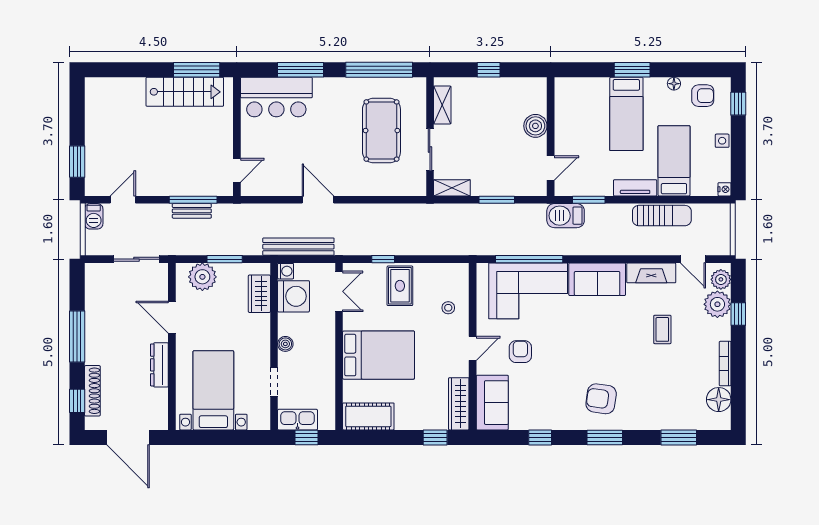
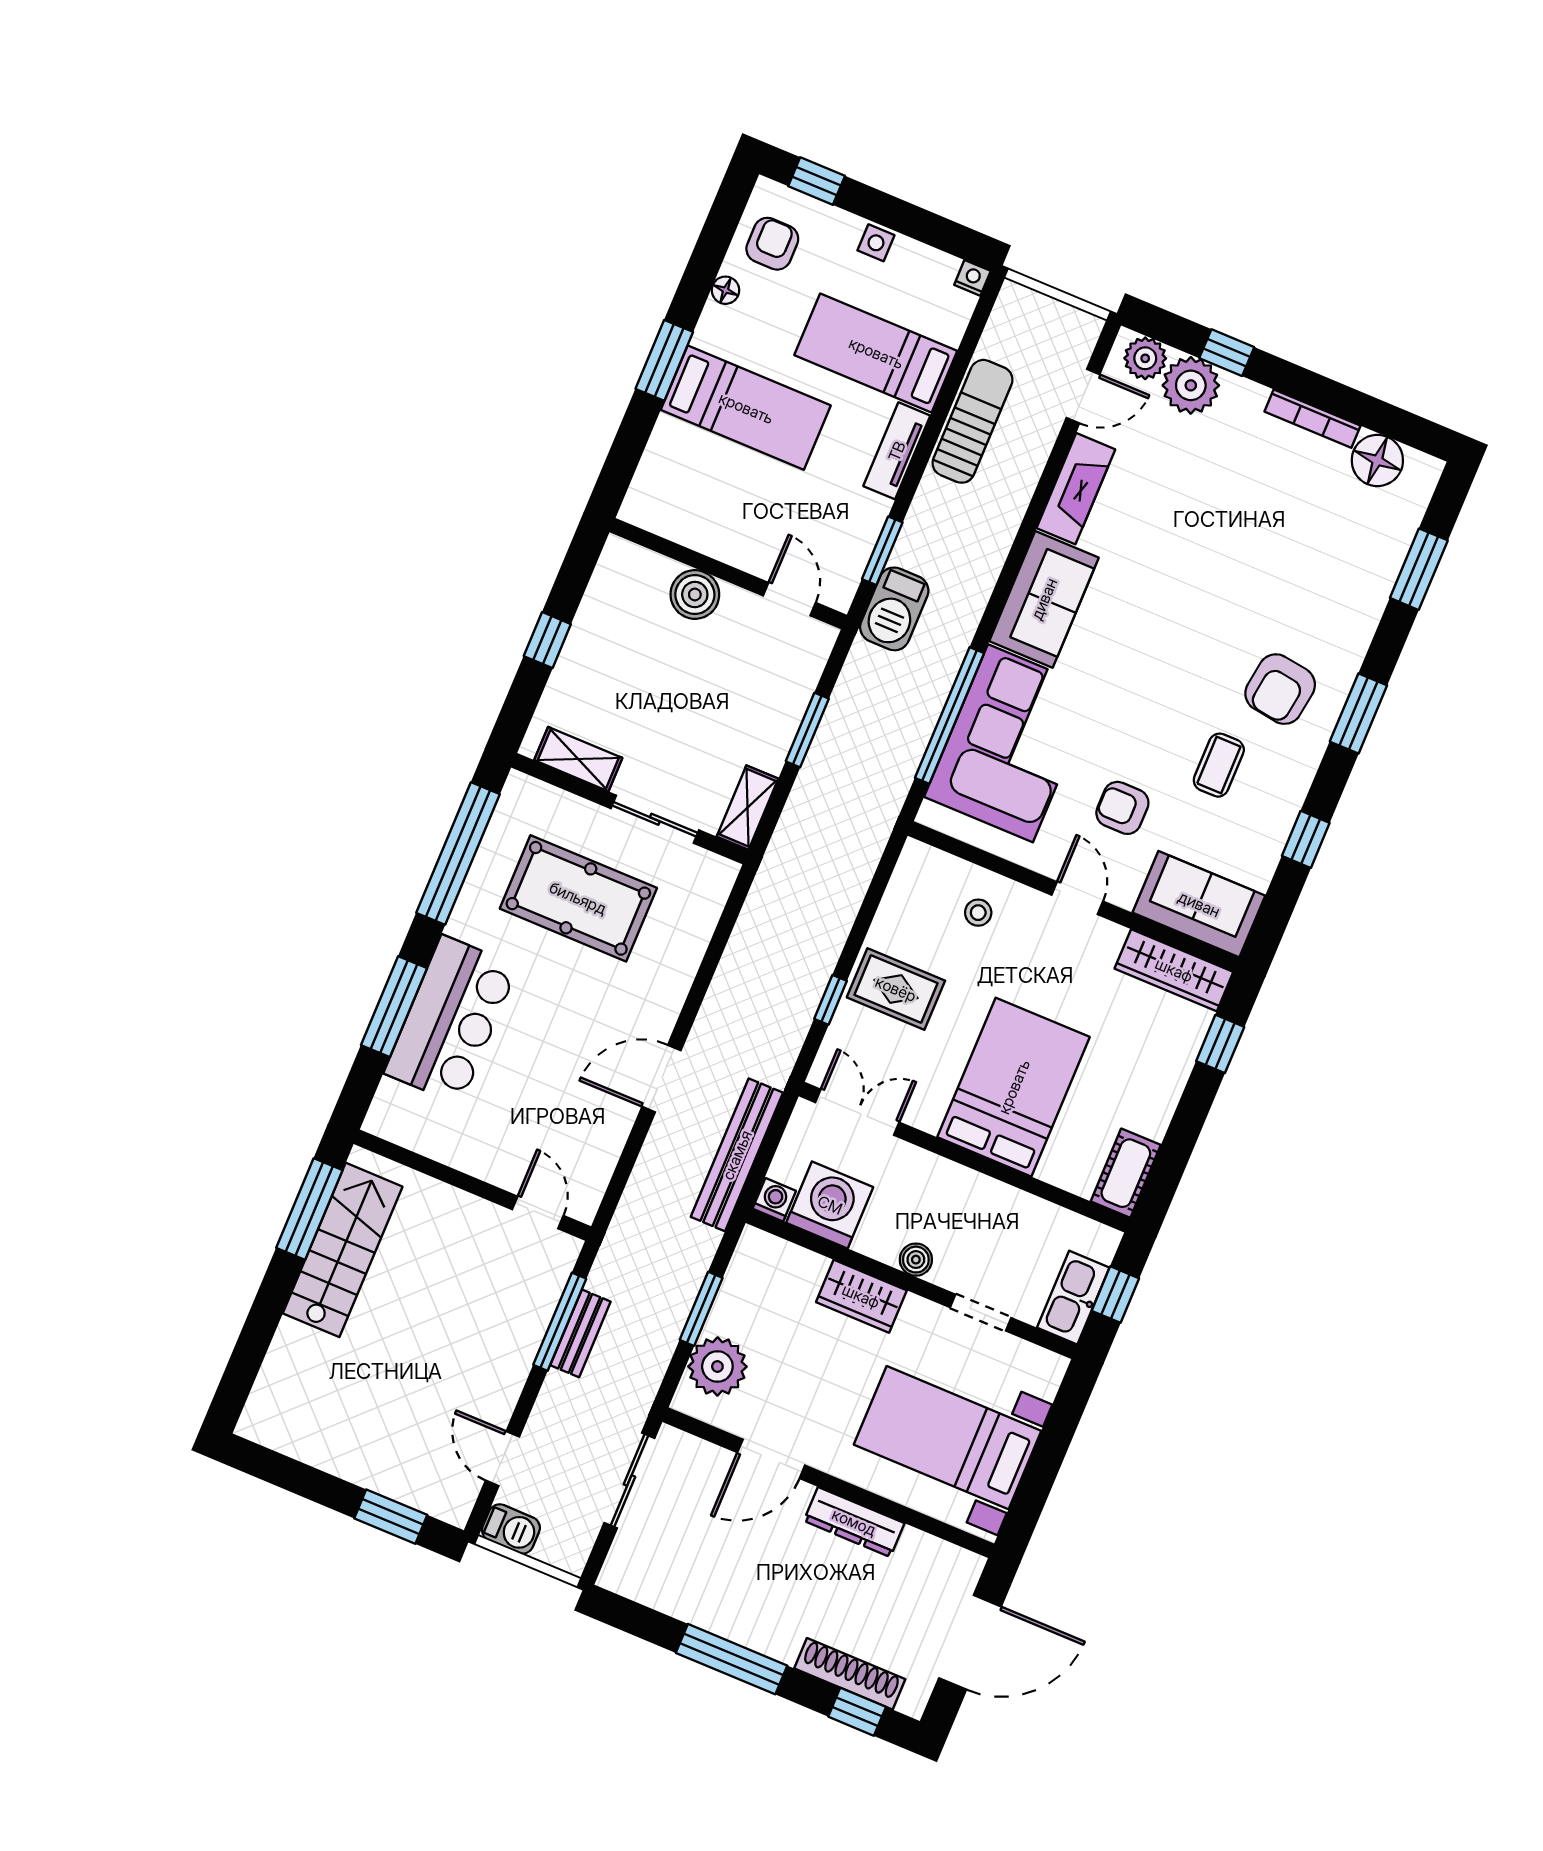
bar counter: (276, 97) -> (451, 1020), moved
wardrobe: (259, 294) -> (861, 1296), moved
coffee table: (662, 329) -> (1219, 765), moved, turned 90
cot: (368, 416) -> (1126, 1173), width x0.73, depth x0.75

